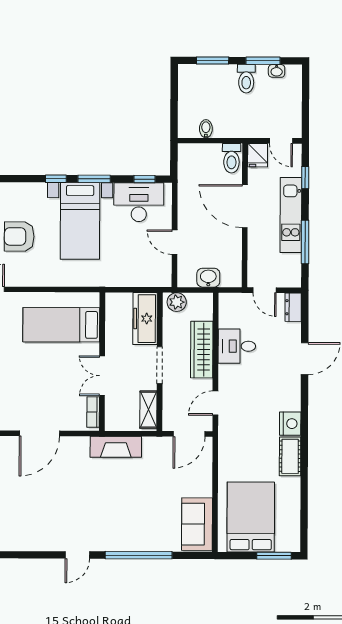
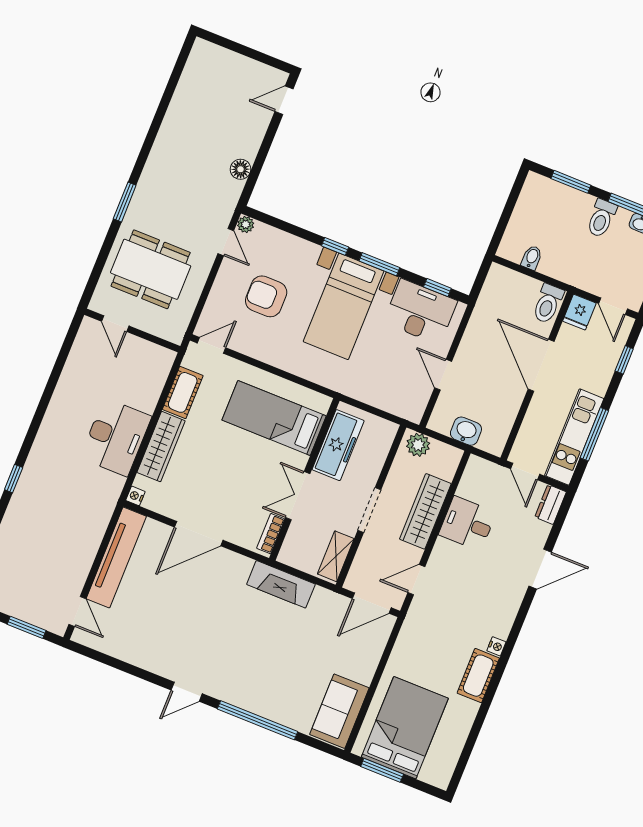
kitchen unit: (291, 215) -> (574, 437), moved
freezer: (145, 319) -> (338, 445), moved, turned 180
nightstand: (290, 424) -> (496, 646), width x0.53, depth x0.56
window: (274, 556) -> (382, 770), moved

